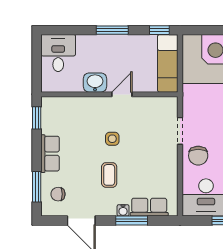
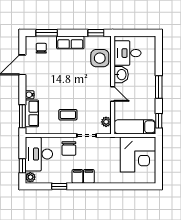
desk: (58, 53) -> (128, 53), moved, turned 180
plant: (161, 103) -> (106, 122), added
side table: (112, 139) -> (100, 58), moved, width x1.87, depth x1.87
chair: (198, 156) -> (69, 148), turned -90
coffee table: (109, 175) -> (68, 115), moved
window: (132, 221) -> (22, 116), moved

